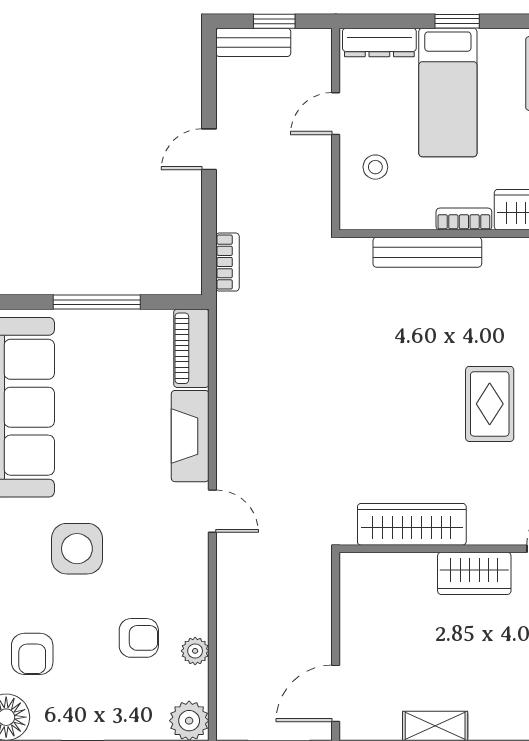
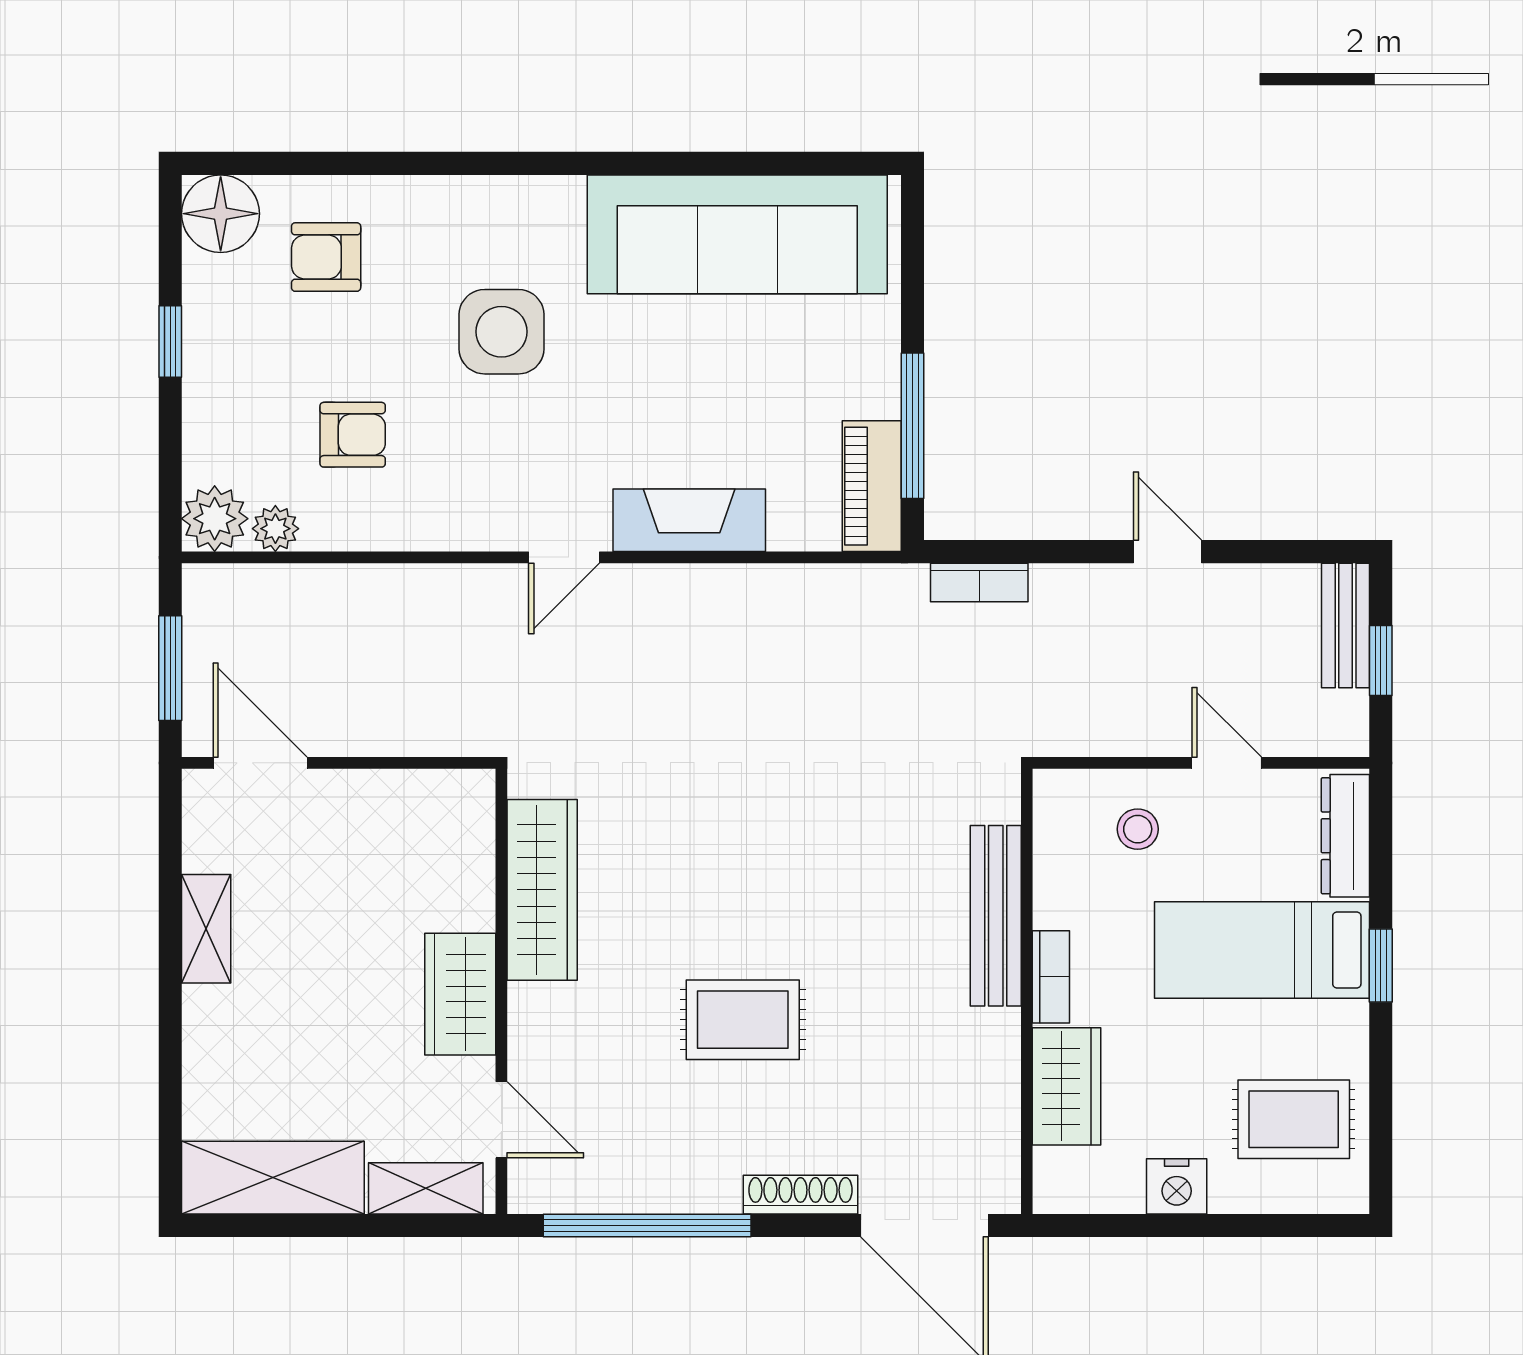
window: (97, 302) -> (913, 426), moved
piano: (191, 348) -> (872, 486), moved, turned -90
armchair: (139, 638) -> (353, 435), turned -90
plant: (195, 651) -> (275, 529), moved

